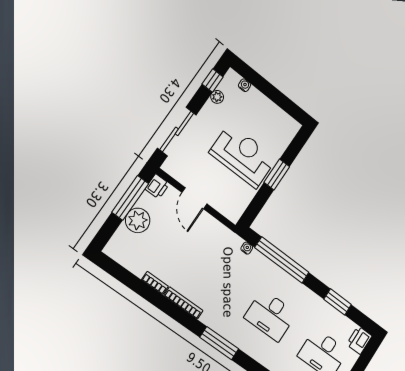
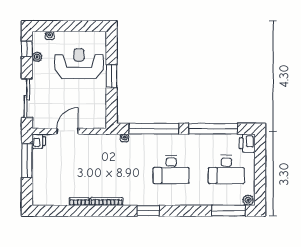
reception desk: (243, 156) -> (79, 64), moved
door: (194, 198) -> (67, 131), swing flipped
plant: (138, 220) -> (41, 171), removed
window: (338, 302) -> (213, 129), width x2.11
window: (219, 343) -> (148, 211), width x0.69

